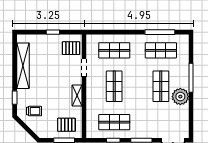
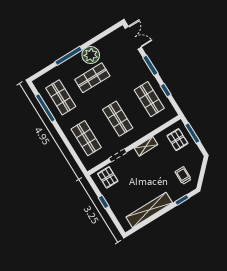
shop shelf: (114, 86) -> (118, 119), turned 90

